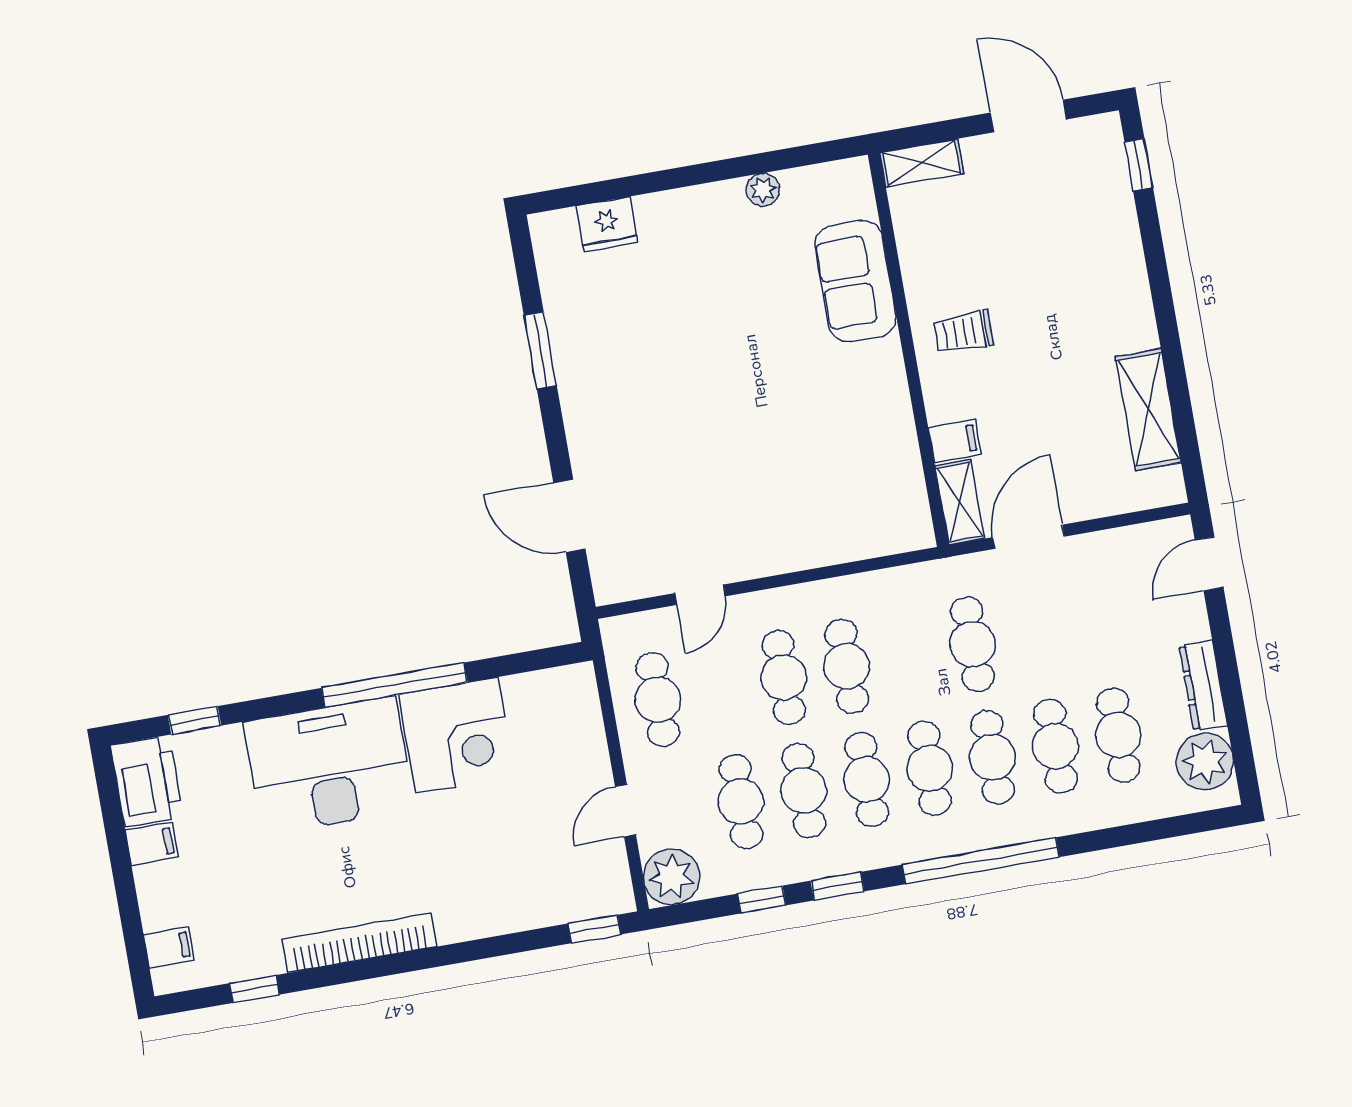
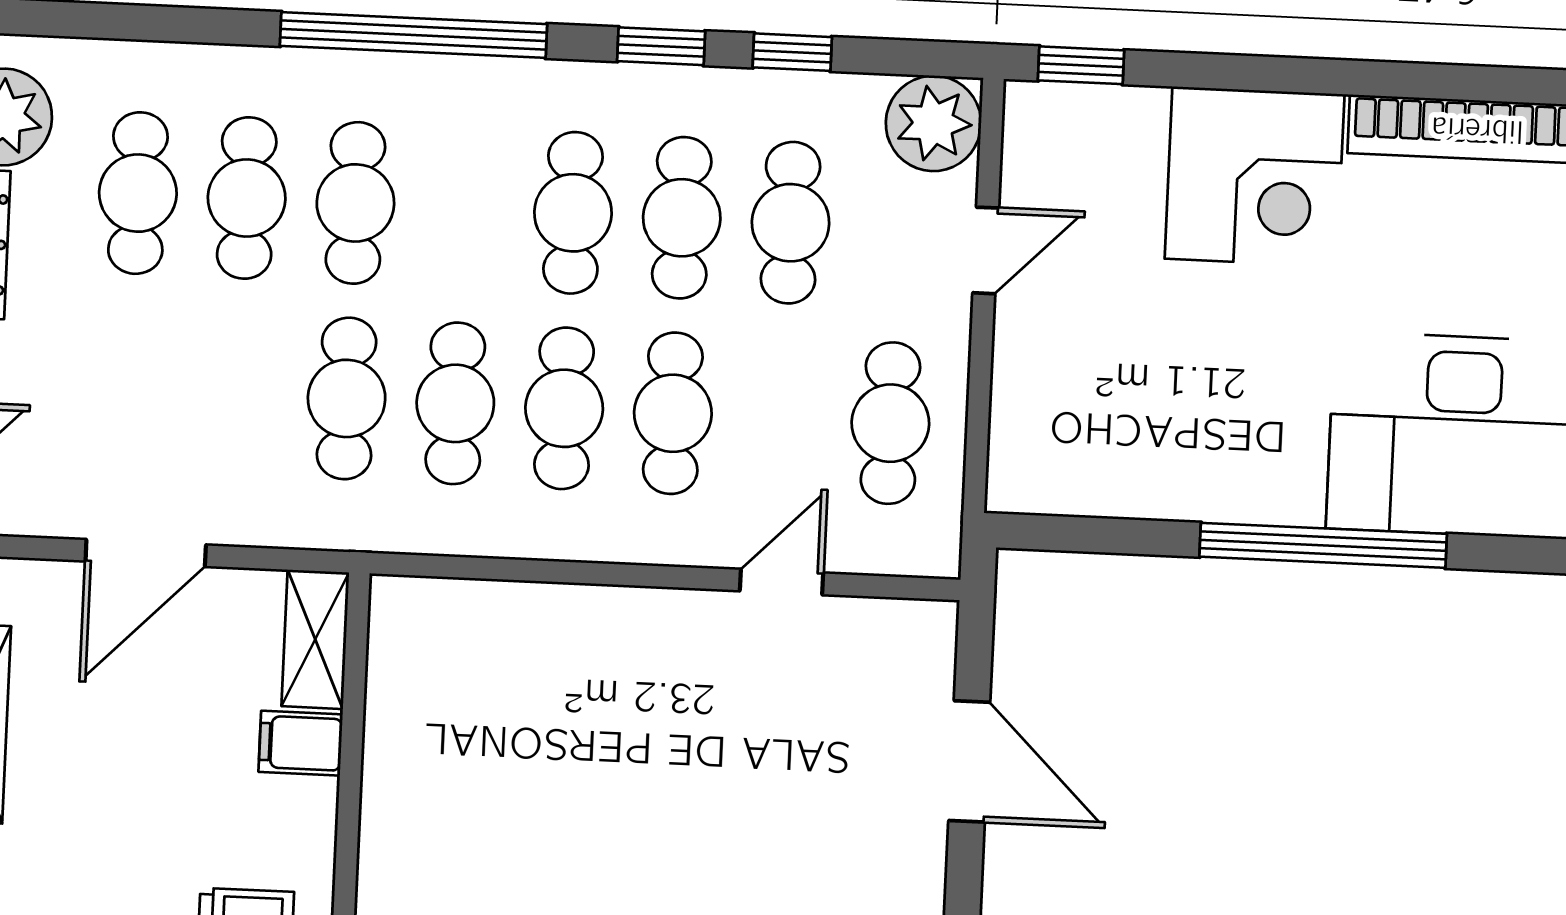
door: (1029, 537) -> (146, 553), moved
corner desk: (457, 735) -> (1255, 176), moved, turned 180
cafe table: (930, 768) -> (455, 403), moved

